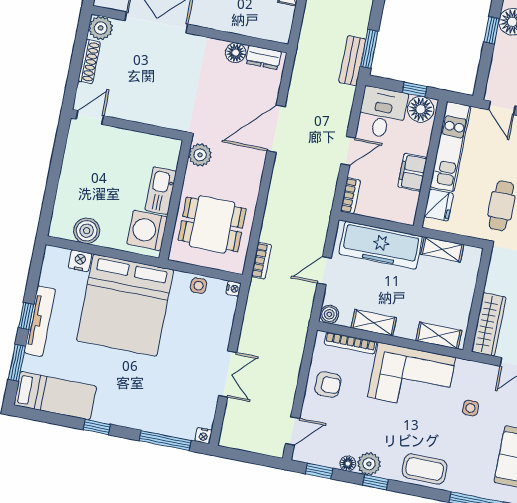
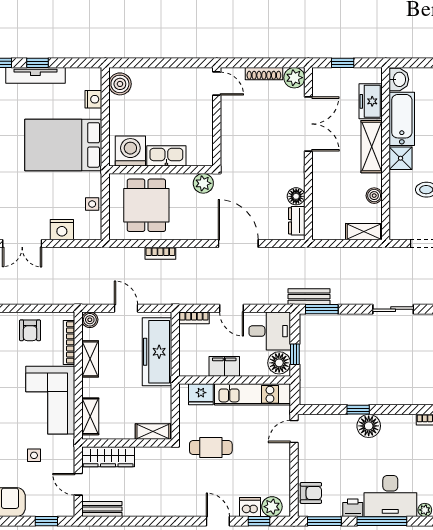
boiler: (87, 231) -> (120, 84), moved
shelving: (442, 249) -> (153, 432), moved, turned 90
bookcase: (261, 261) -> (160, 253), moved
nightstand: (234, 289) -> (62, 230), moved, width x1.89, depth x1.79
bed: (125, 305) -> (63, 145), width x0.73

